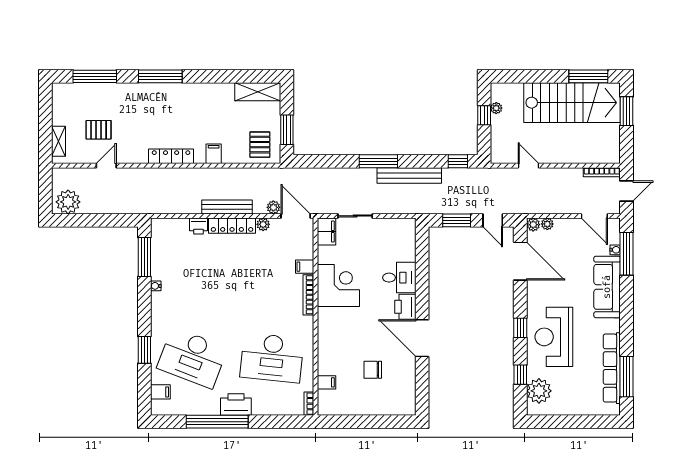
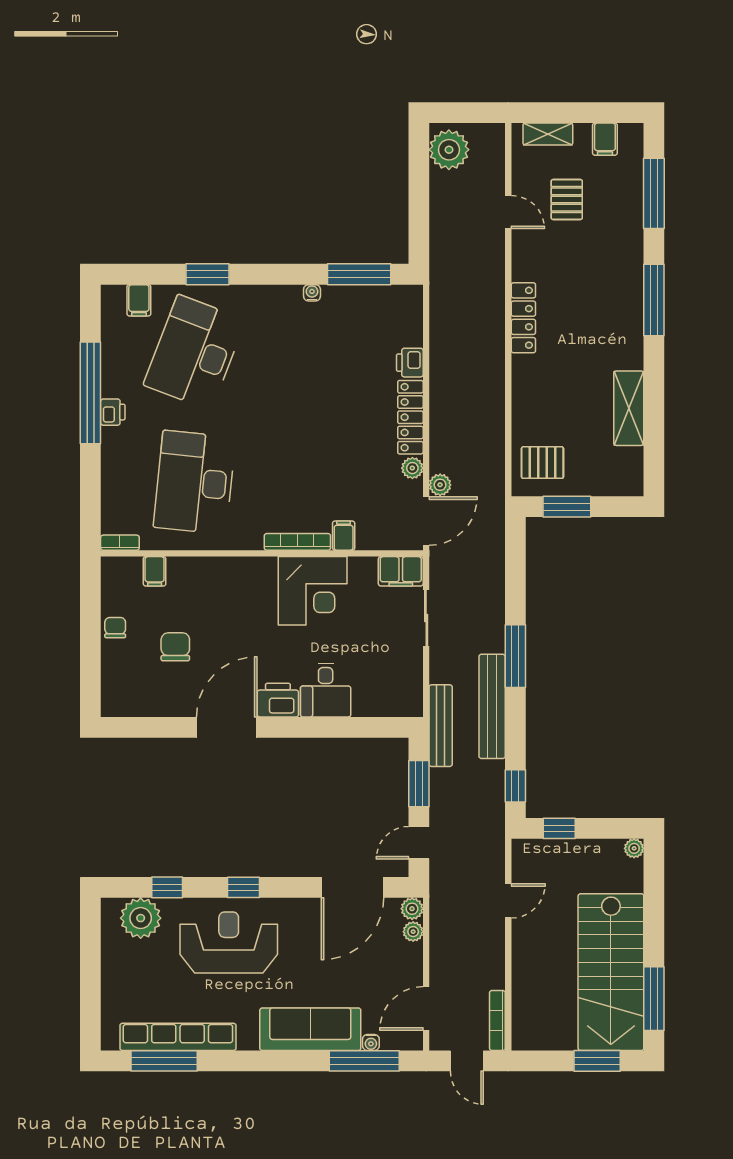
shelving: (258, 92) -> (629, 408), moved
plant: (496, 108) -> (634, 848), moved
window: (484, 115) -> (559, 828), moved
filing cabinet: (214, 154) -> (605, 139), moved, turned 90
bench: (227, 207) -> (441, 726), moved
printer: (236, 404) -> (113, 412), width x0.53, depth x0.68
chair: (361, 406) -> (115, 628), added

